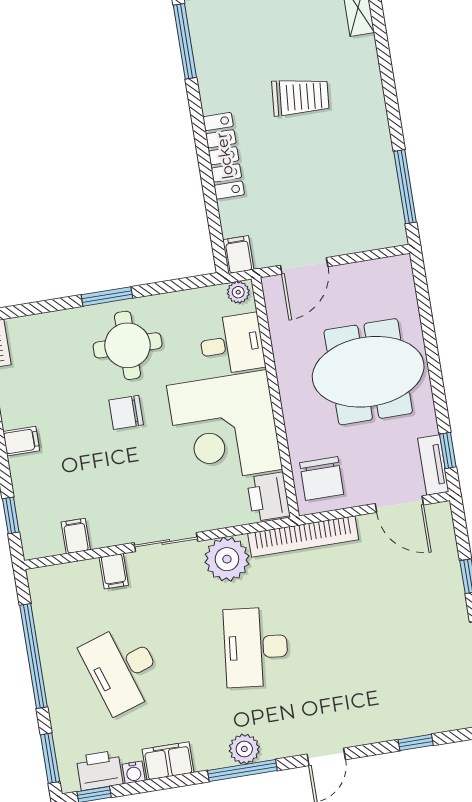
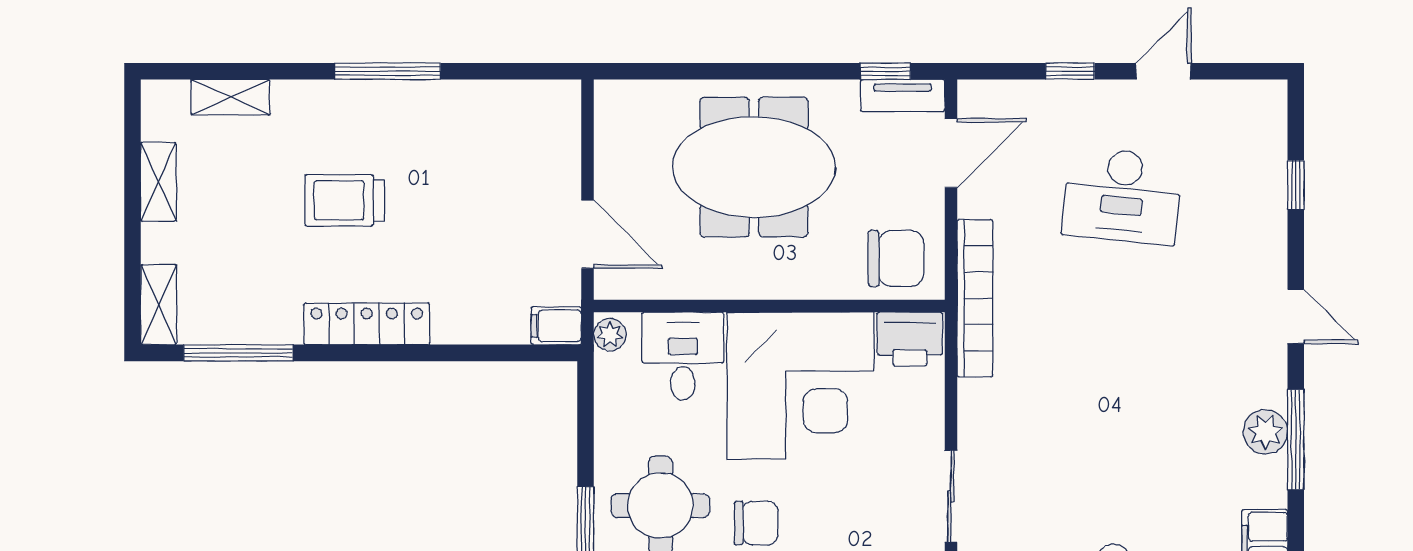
trolley: (300, 97) -> (345, 200), turned -95
locker: (224, 156) -> (367, 324), moved
window: (405, 187) -> (388, 71), moved
meeting table: (368, 372) -> (754, 167), turned 90
chair: (126, 412) -> (756, 523), turned -90
plant: (227, 559) -> (990, 413), removed
desk: (256, 647) -> (1122, 196), moved

